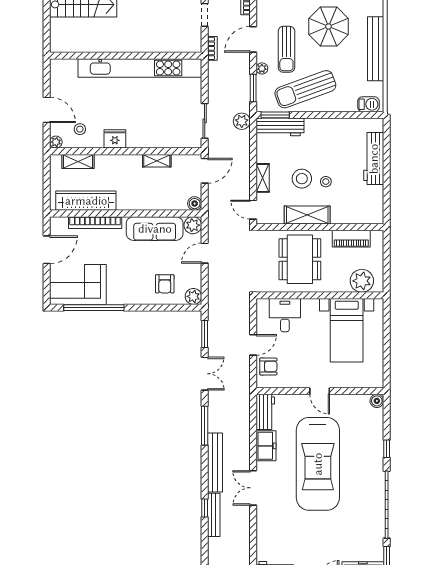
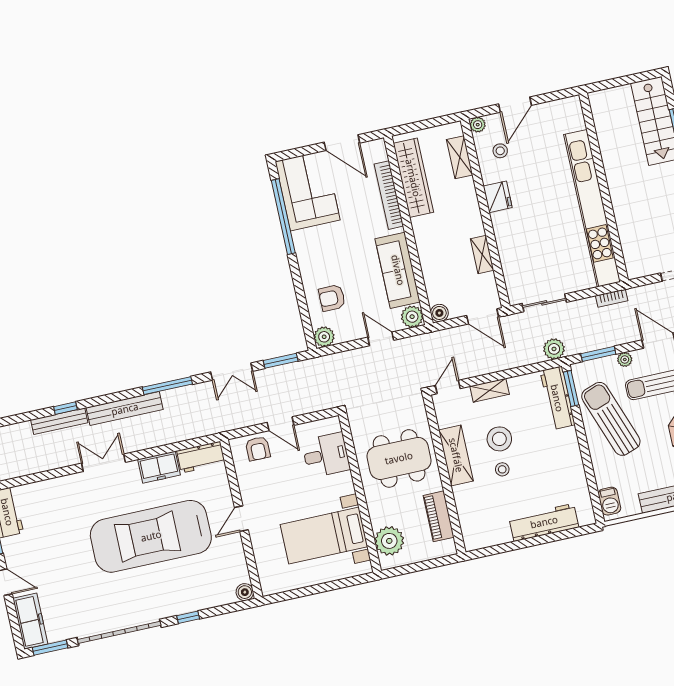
bookcase: (212, 48) -> (612, 298), moved

